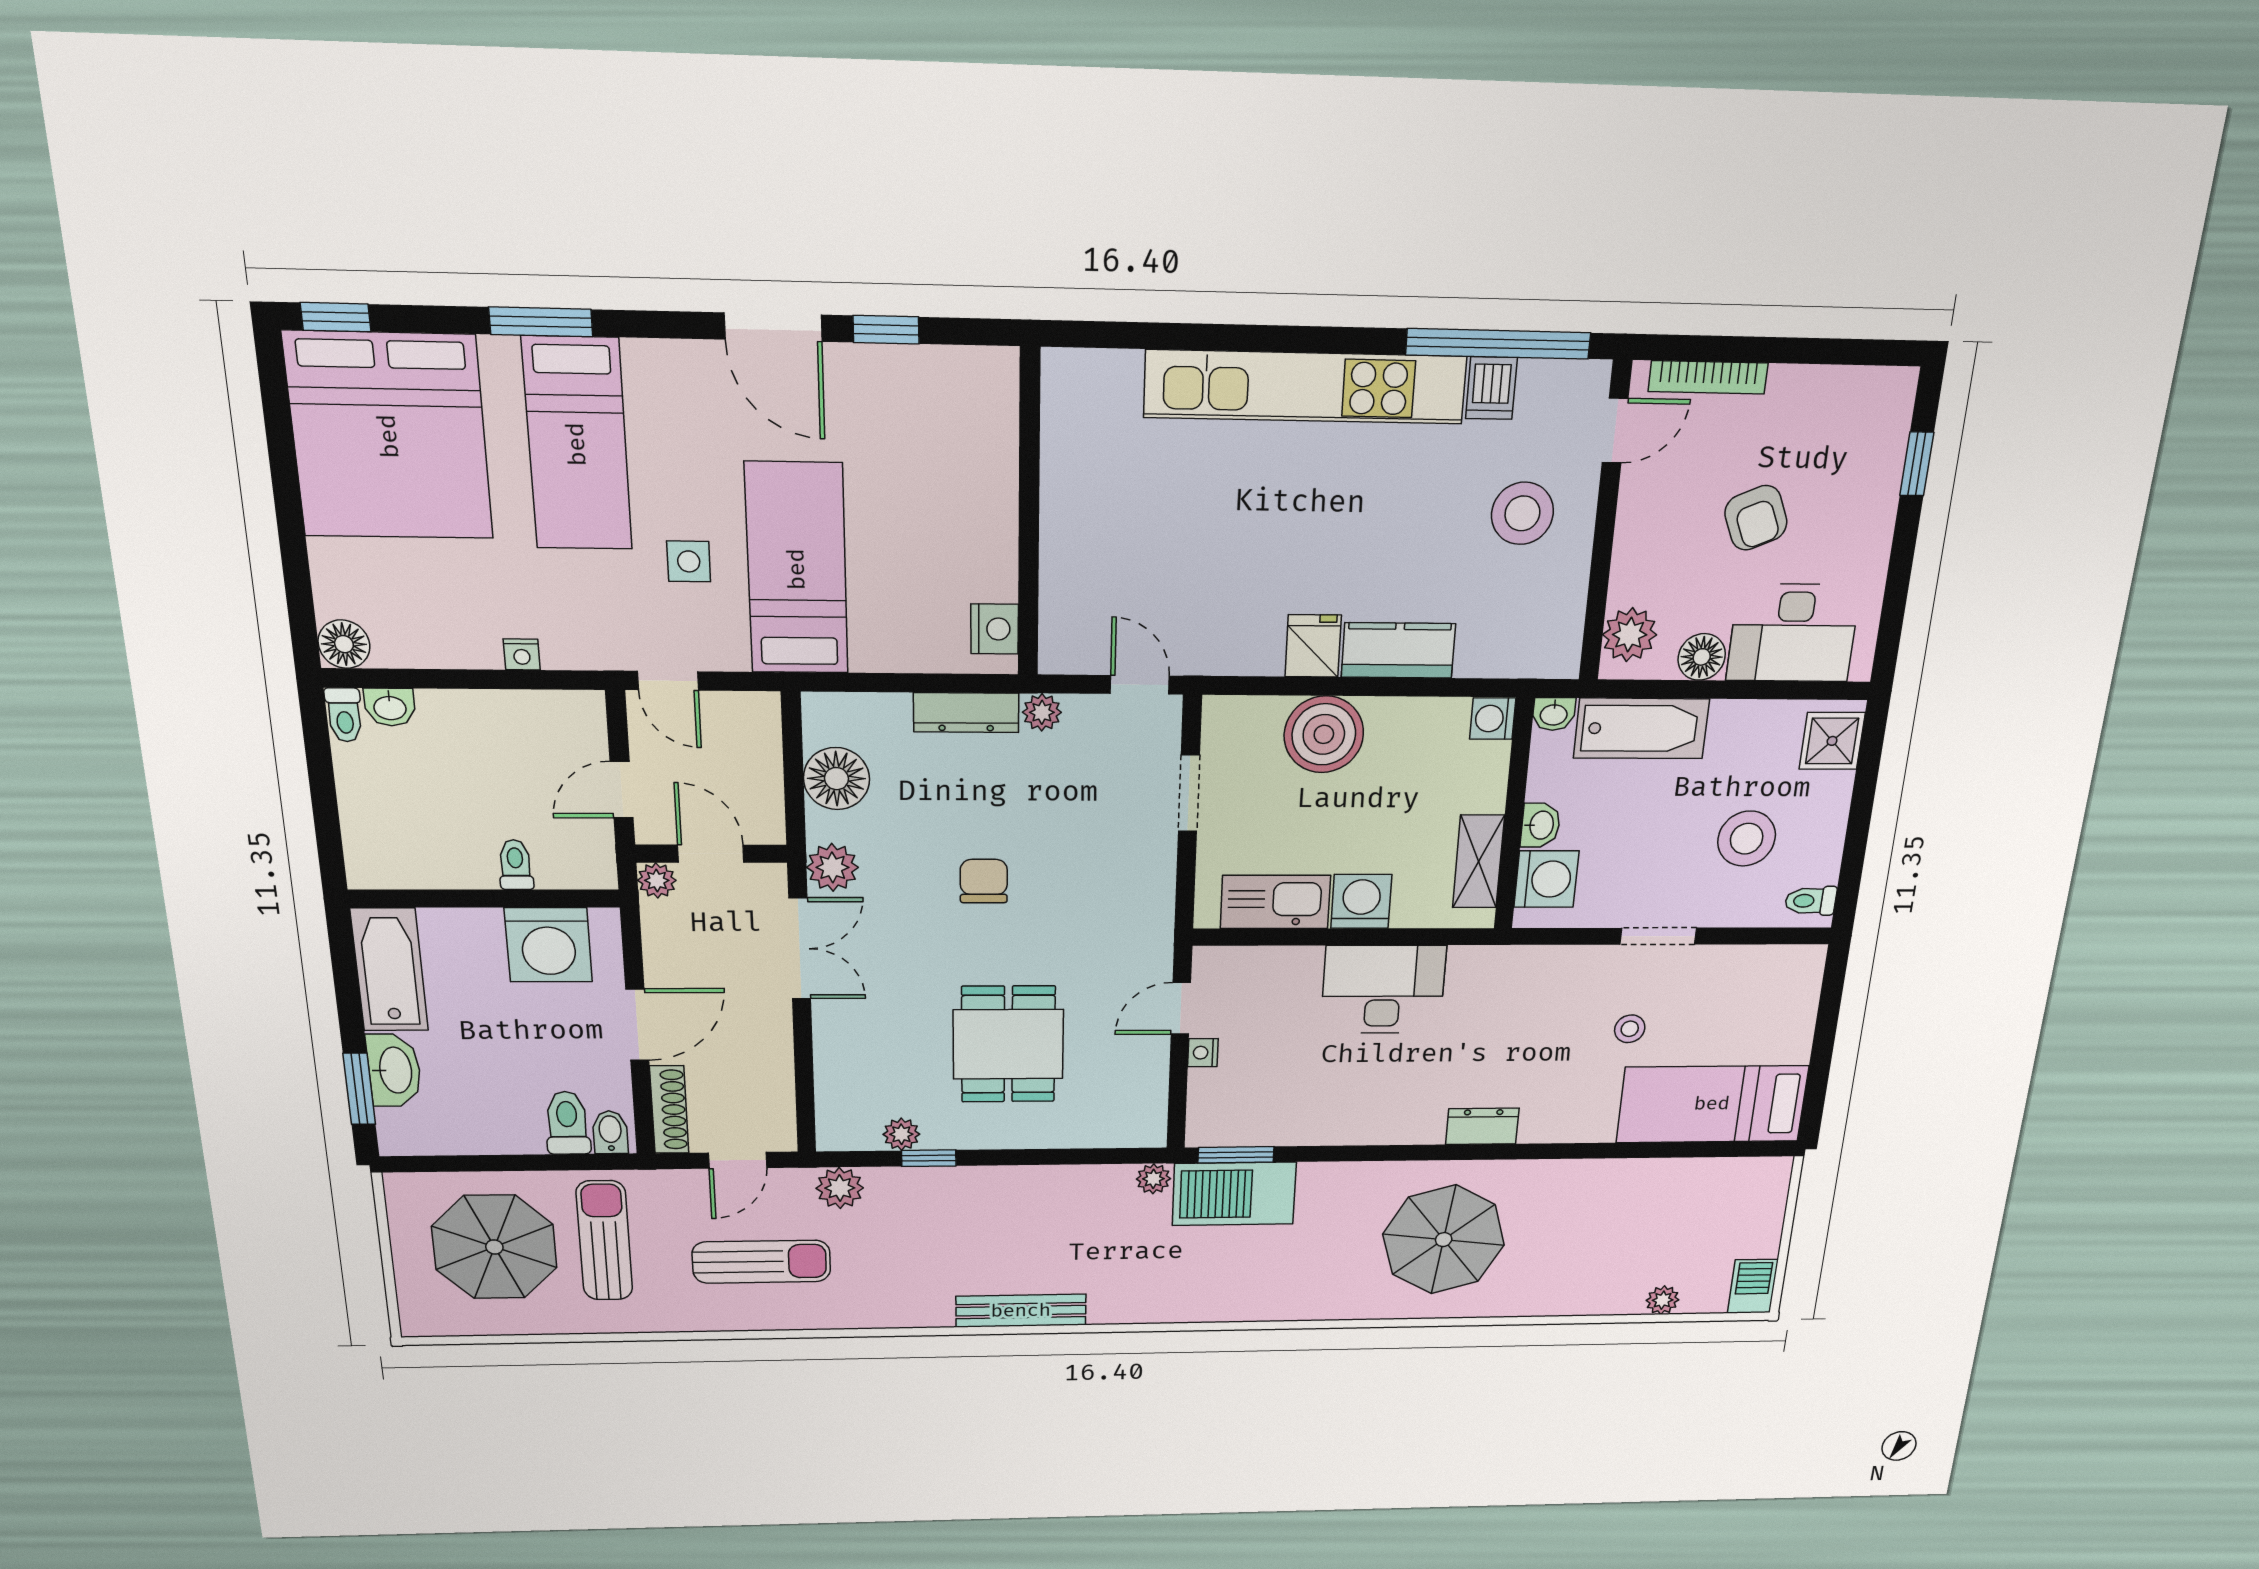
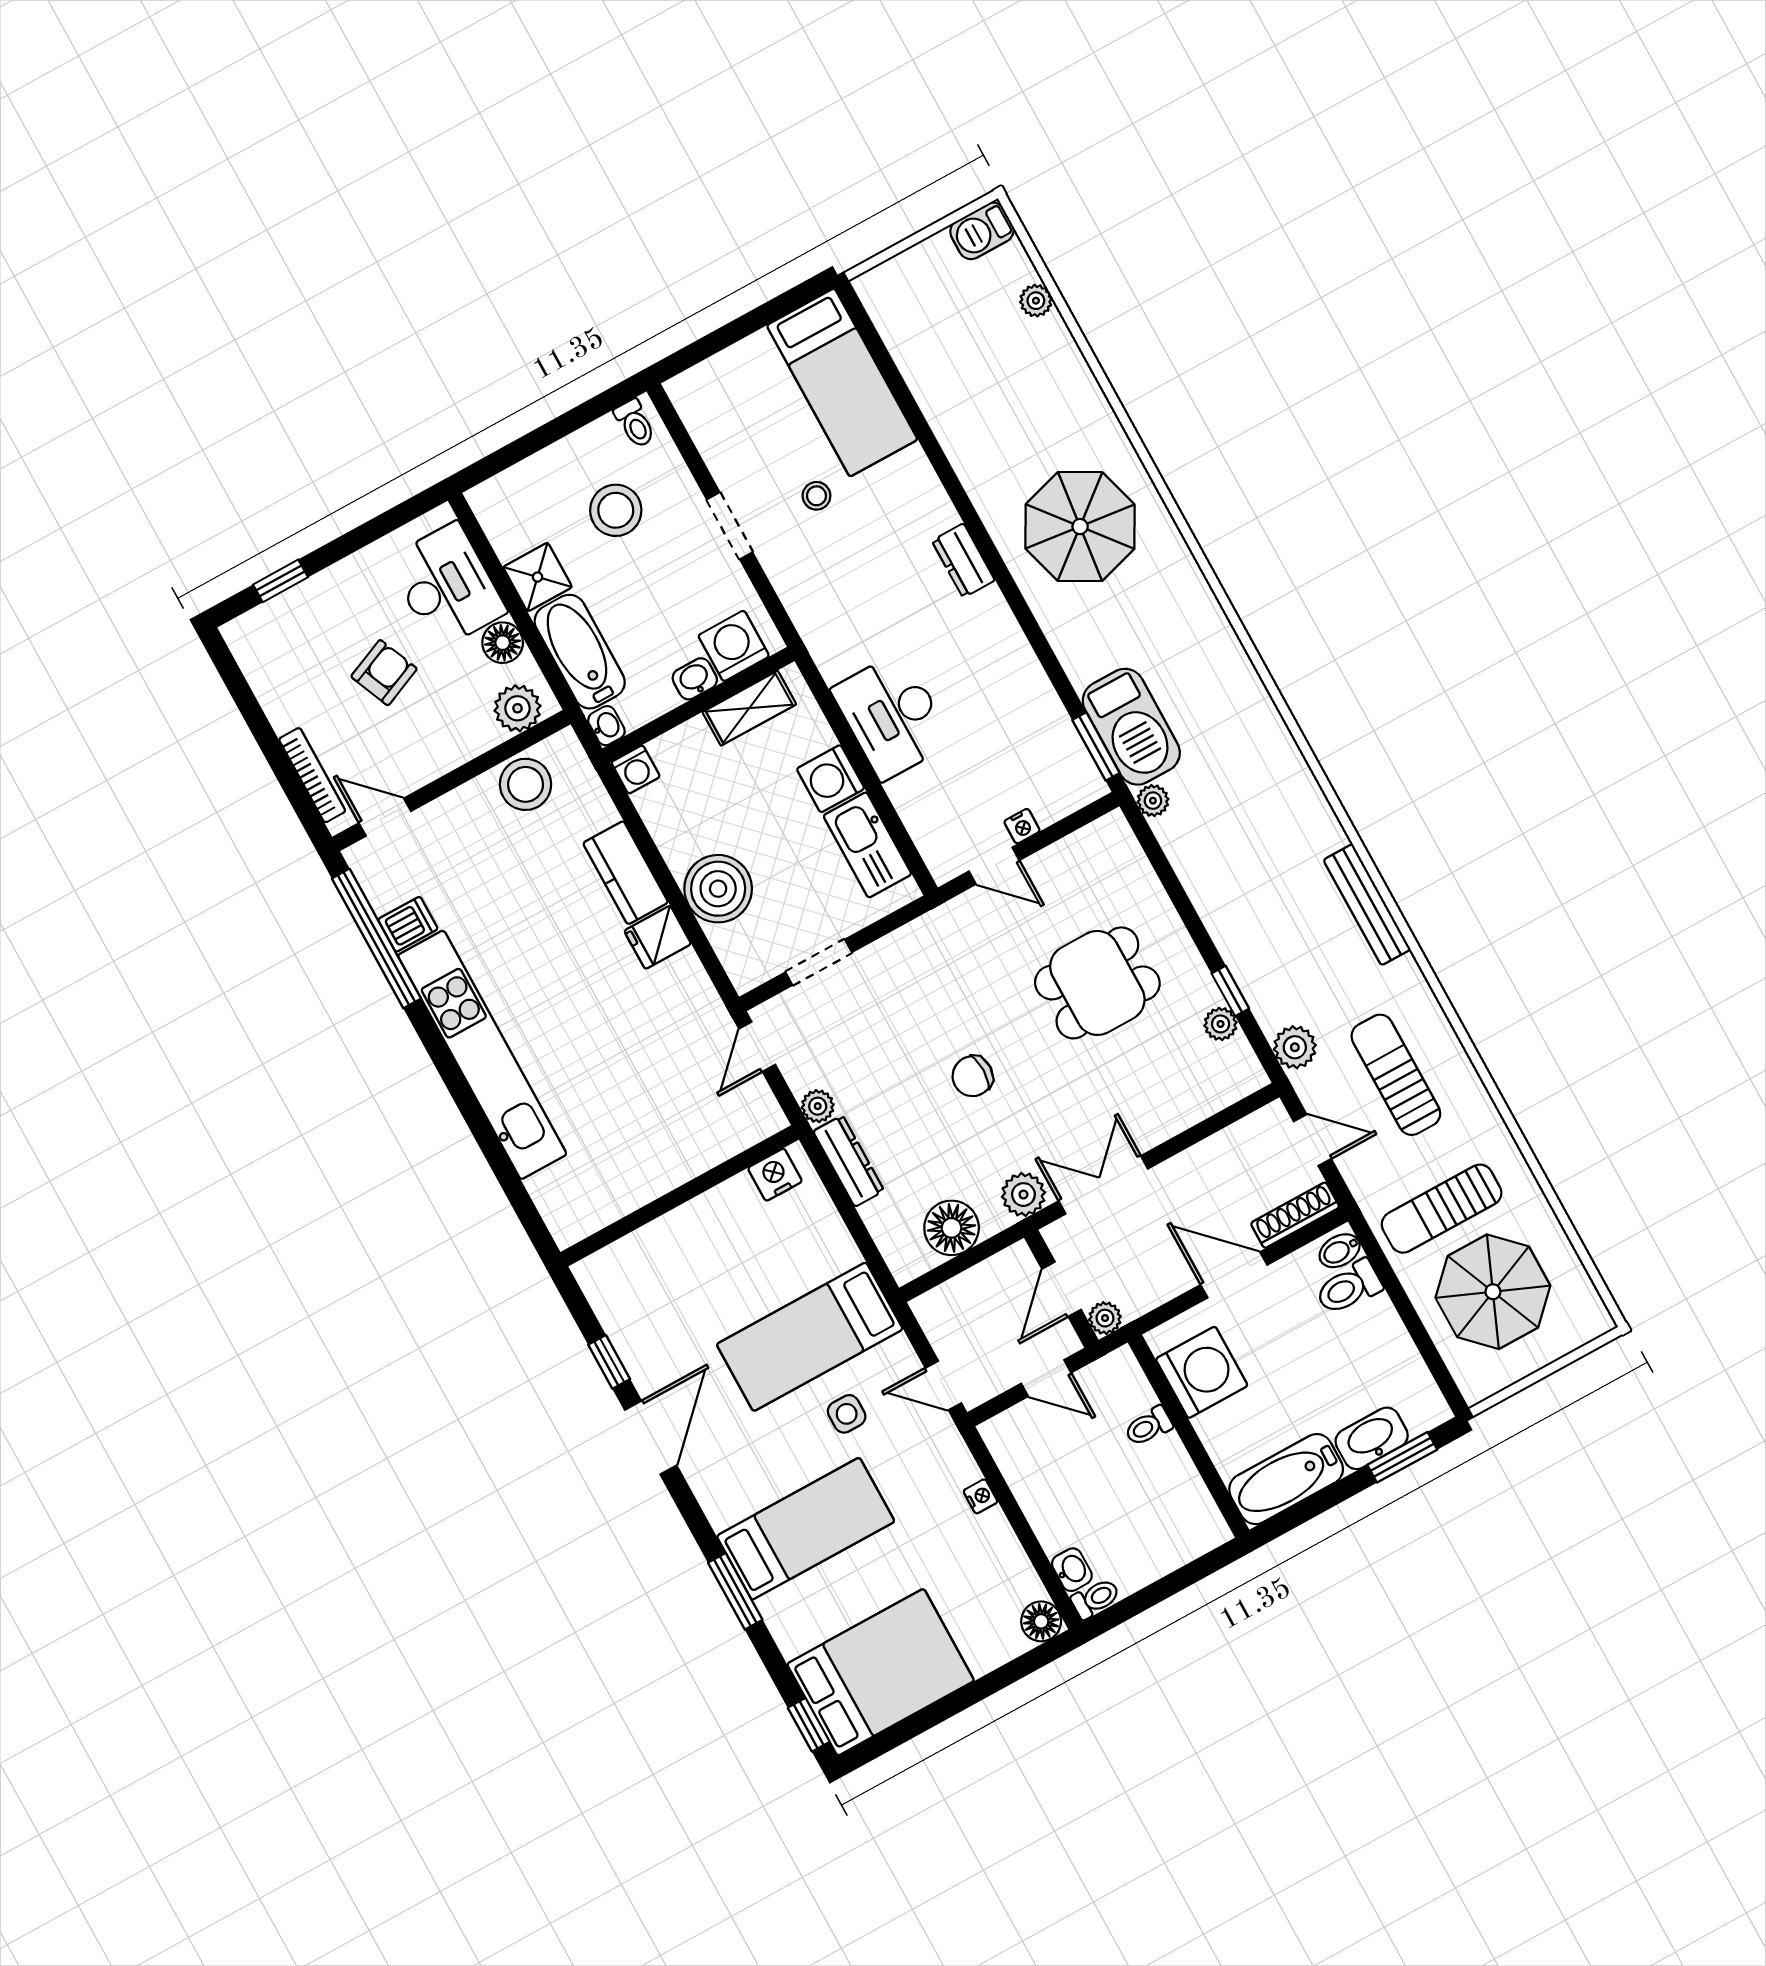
bed: (389, 436) -> (881, 1672), width x0.73
stool: (1522, 513) -> (526, 784), moved
door: (668, 681) -> (943, 1385), swing flipped
shower: (1832, 741) -> (538, 577), moved
bench: (1021, 1311) -> (1367, 905), moved

